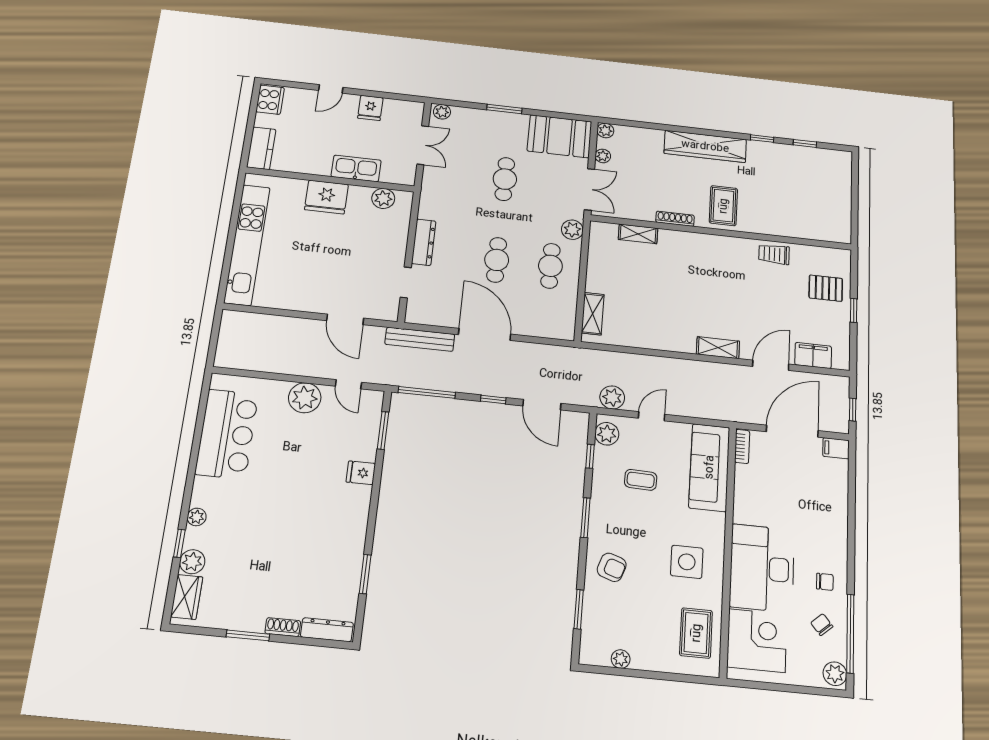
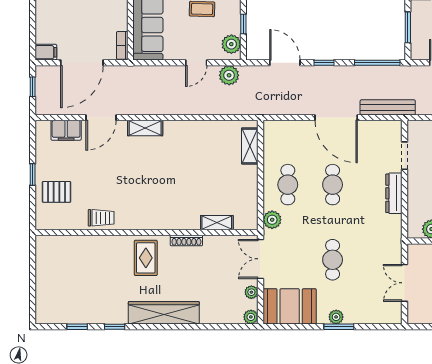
plant: (442, 112) -> (336, 317), moved

